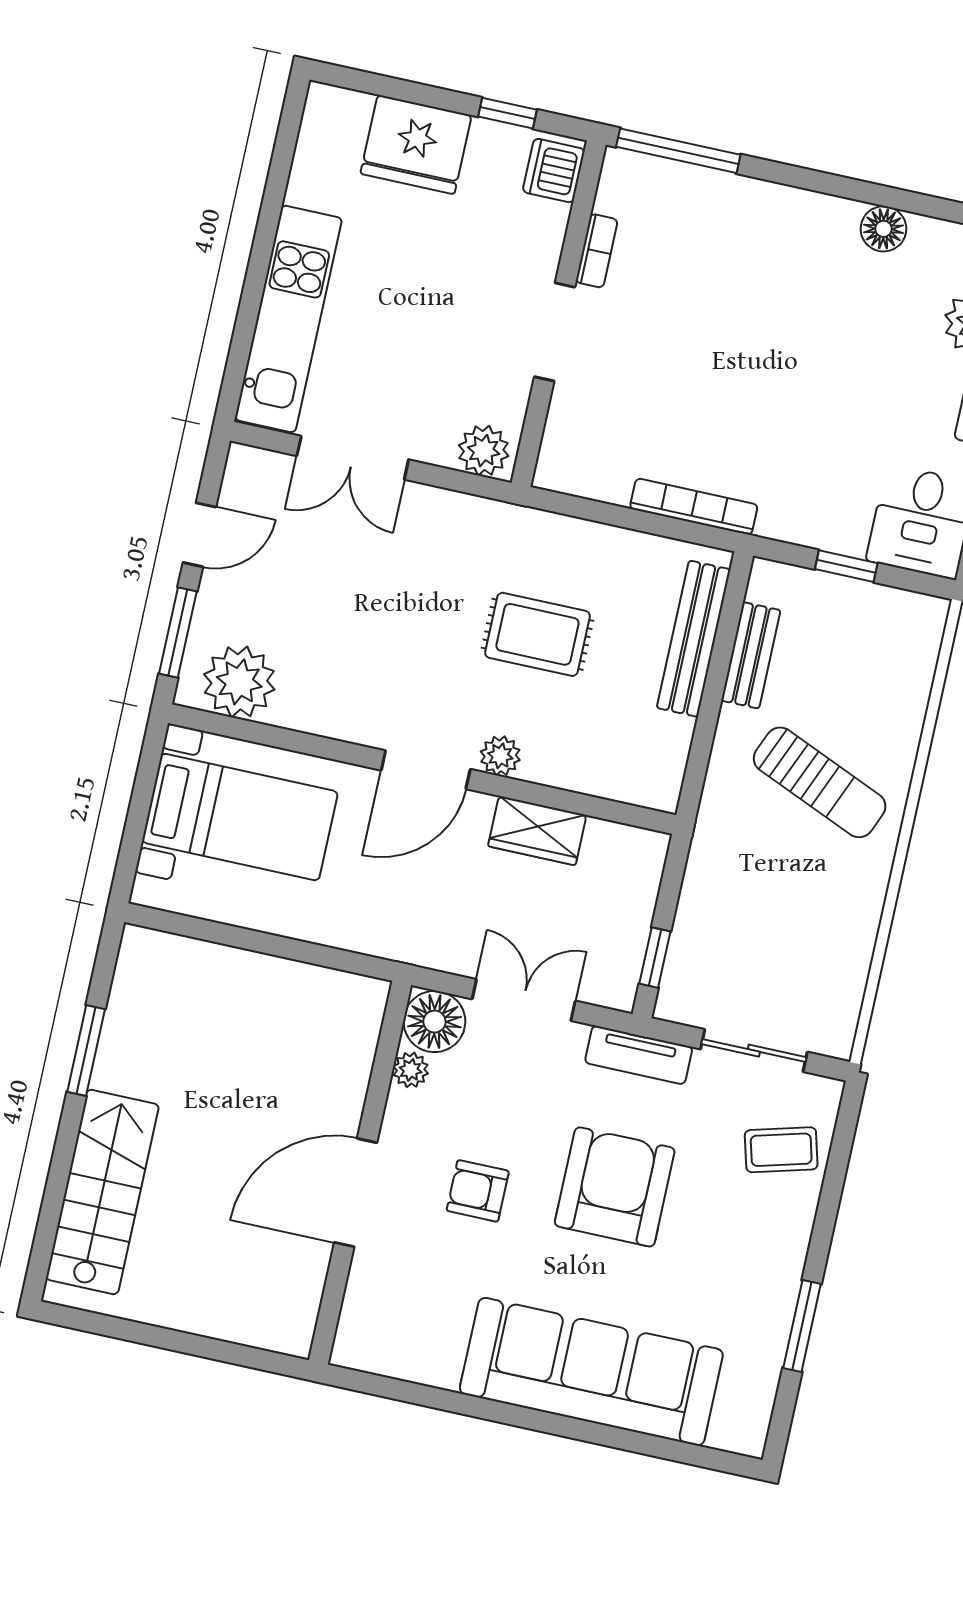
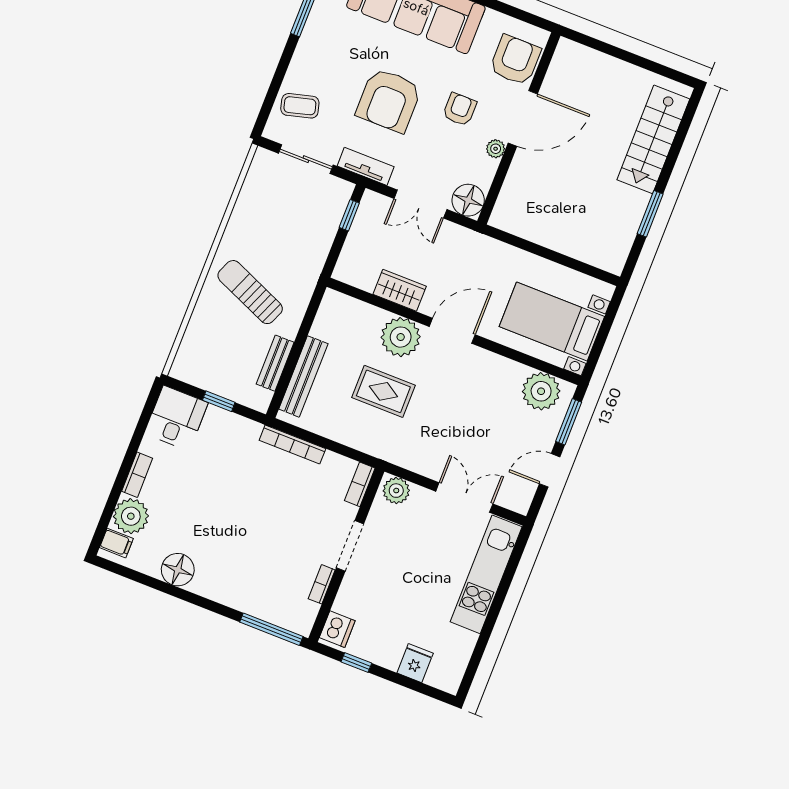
fridge: (416, 145) -> (415, 663), width x0.53, depth x0.75
floor lamp: (883, 229) -> (178, 570), width x1.38, depth x1.38
bookcase: (554, 451) -> (360, 484), added
plant: (500, 756) -> (401, 337), width x1.88, depth x1.88
plant: (411, 1070) -> (496, 149), moved
armchair: (478, 1191) -> (460, 109), turned -90
armchair: (388, 1301) -> (515, 60), added

